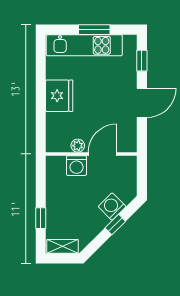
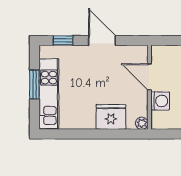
fridge: (59, 96) -> (111, 117), moved
plant: (78, 146) -> (142, 123), moved

